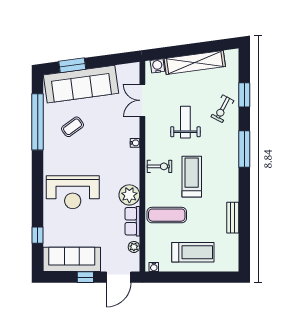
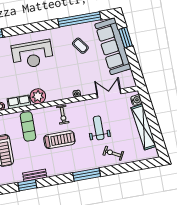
window: (244, 95) -> (27, 185), moved
weight bench: (185, 122) -> (99, 128), turned -90
reception desk: (73, 192) -> (32, 54), turned -90

